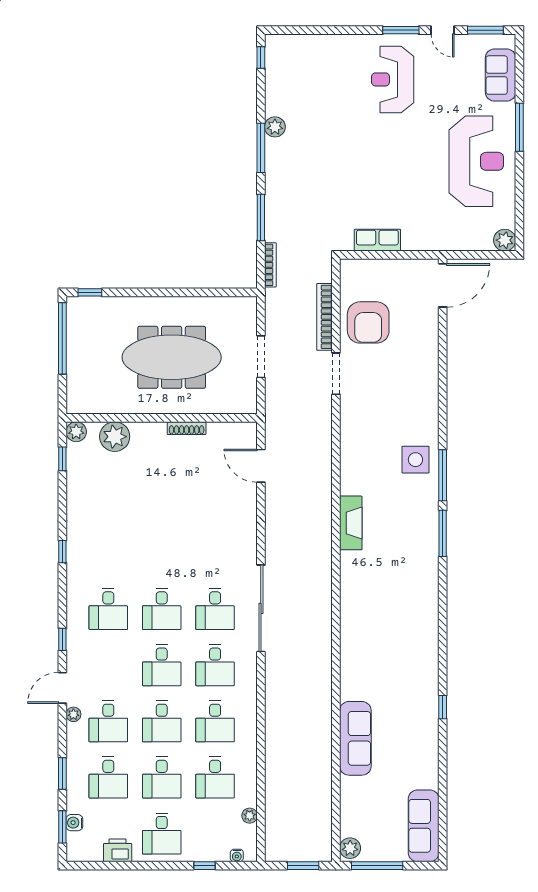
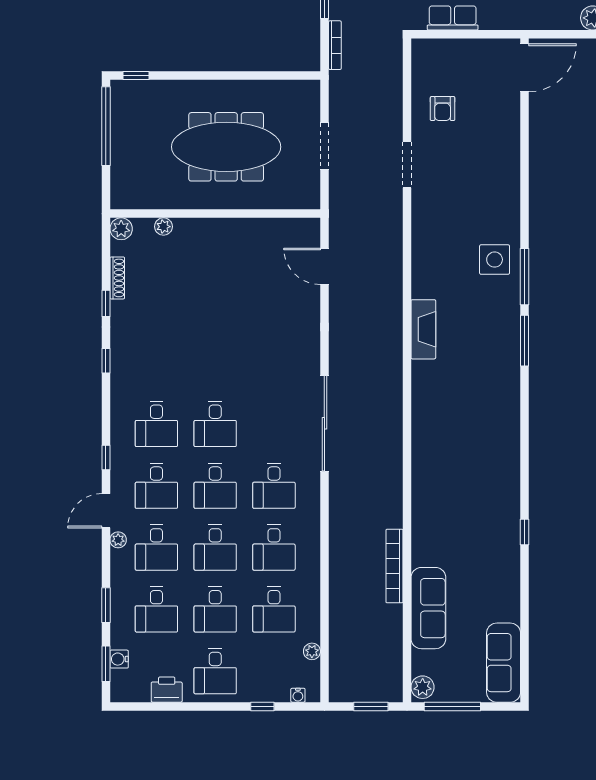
bookcase: (325, 317) -> (394, 566), moved
armchair: (368, 322) -> (443, 109), width x0.53, depth x0.53
shoe rack: (187, 428) -> (117, 278), moved, turned -90
plant: (115, 437) -> (163, 227), width x0.53, depth x0.53
window: (62, 459) -> (106, 303), moved
desk: (215, 609) -> (156, 486), moved
sofa: (355, 738) -> (428, 608), moved

